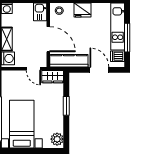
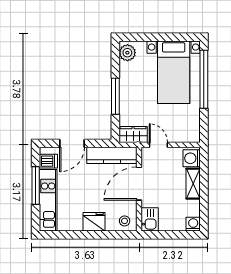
door: (48, 39) -> (139, 184), hinge flipped
door: (99, 70) -> (72, 143), hinge flipped
window: (66, 106) -> (115, 96), width x1.44

